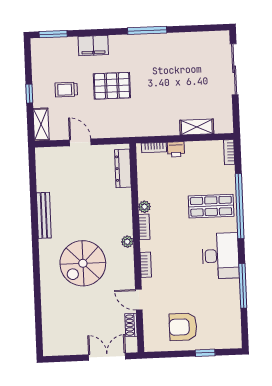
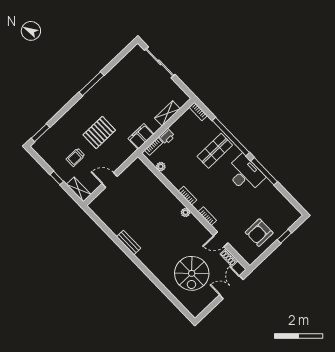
filing cabinet: (93, 46) -> (141, 136), moved, turned 180
dresser: (123, 168) -> (147, 173), removed
plant: (144, 207) -> (161, 167), moved
bench: (44, 215) -> (129, 242), width x0.73
spiral stairs: (83, 263) -> (192, 273), moved
window: (243, 286) -> (264, 171), moved

